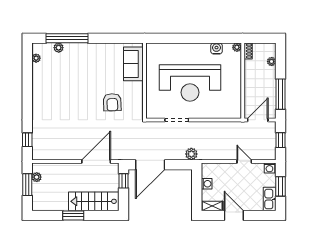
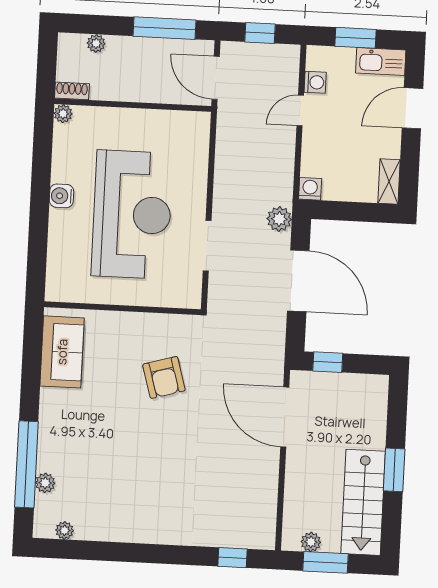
water cooler: (216, 49) -> (61, 196), moved
sofa: (133, 64) -> (62, 352), moved, turned -90
armchair: (112, 102) -> (164, 377), turned 76
door: (150, 165) -> (298, 281), moved
washing machine: (269, 168) -> (315, 82), moved
washing machine: (207, 184) -> (310, 189), moved
stairs: (94, 201) -> (363, 502), moved
door: (234, 215) -> (412, 108), moved

